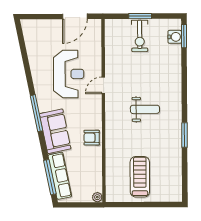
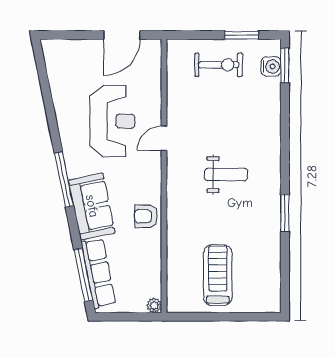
window: (140, 16) -> (242, 35), moved
exercise bike: (140, 36) -> (219, 65), turned -90

